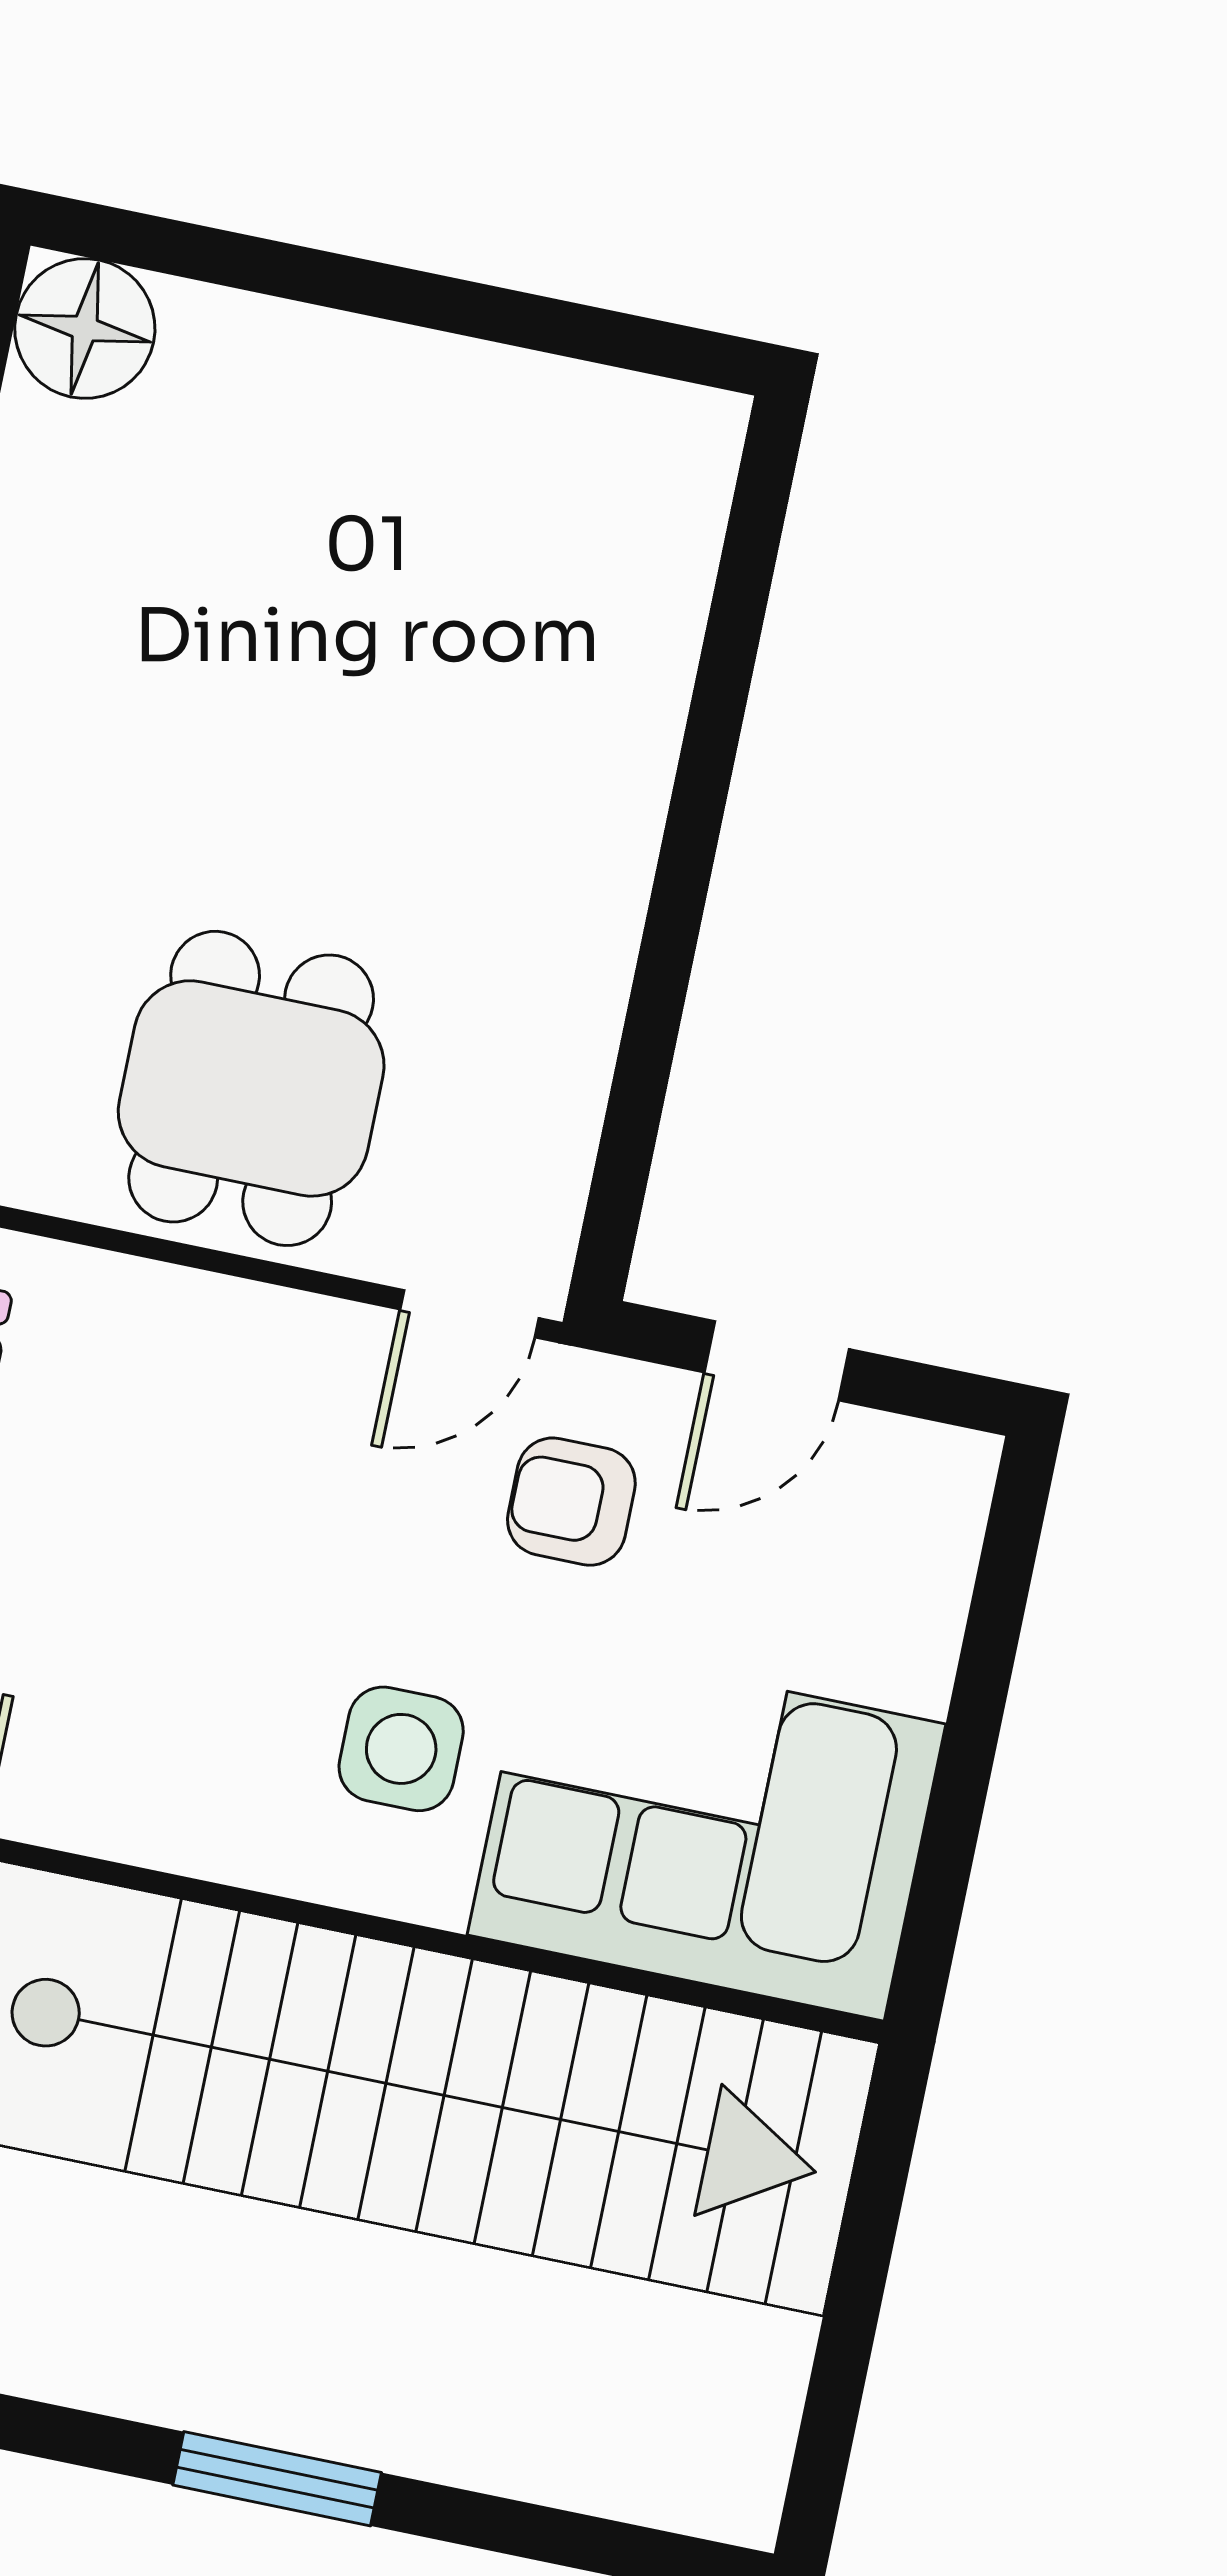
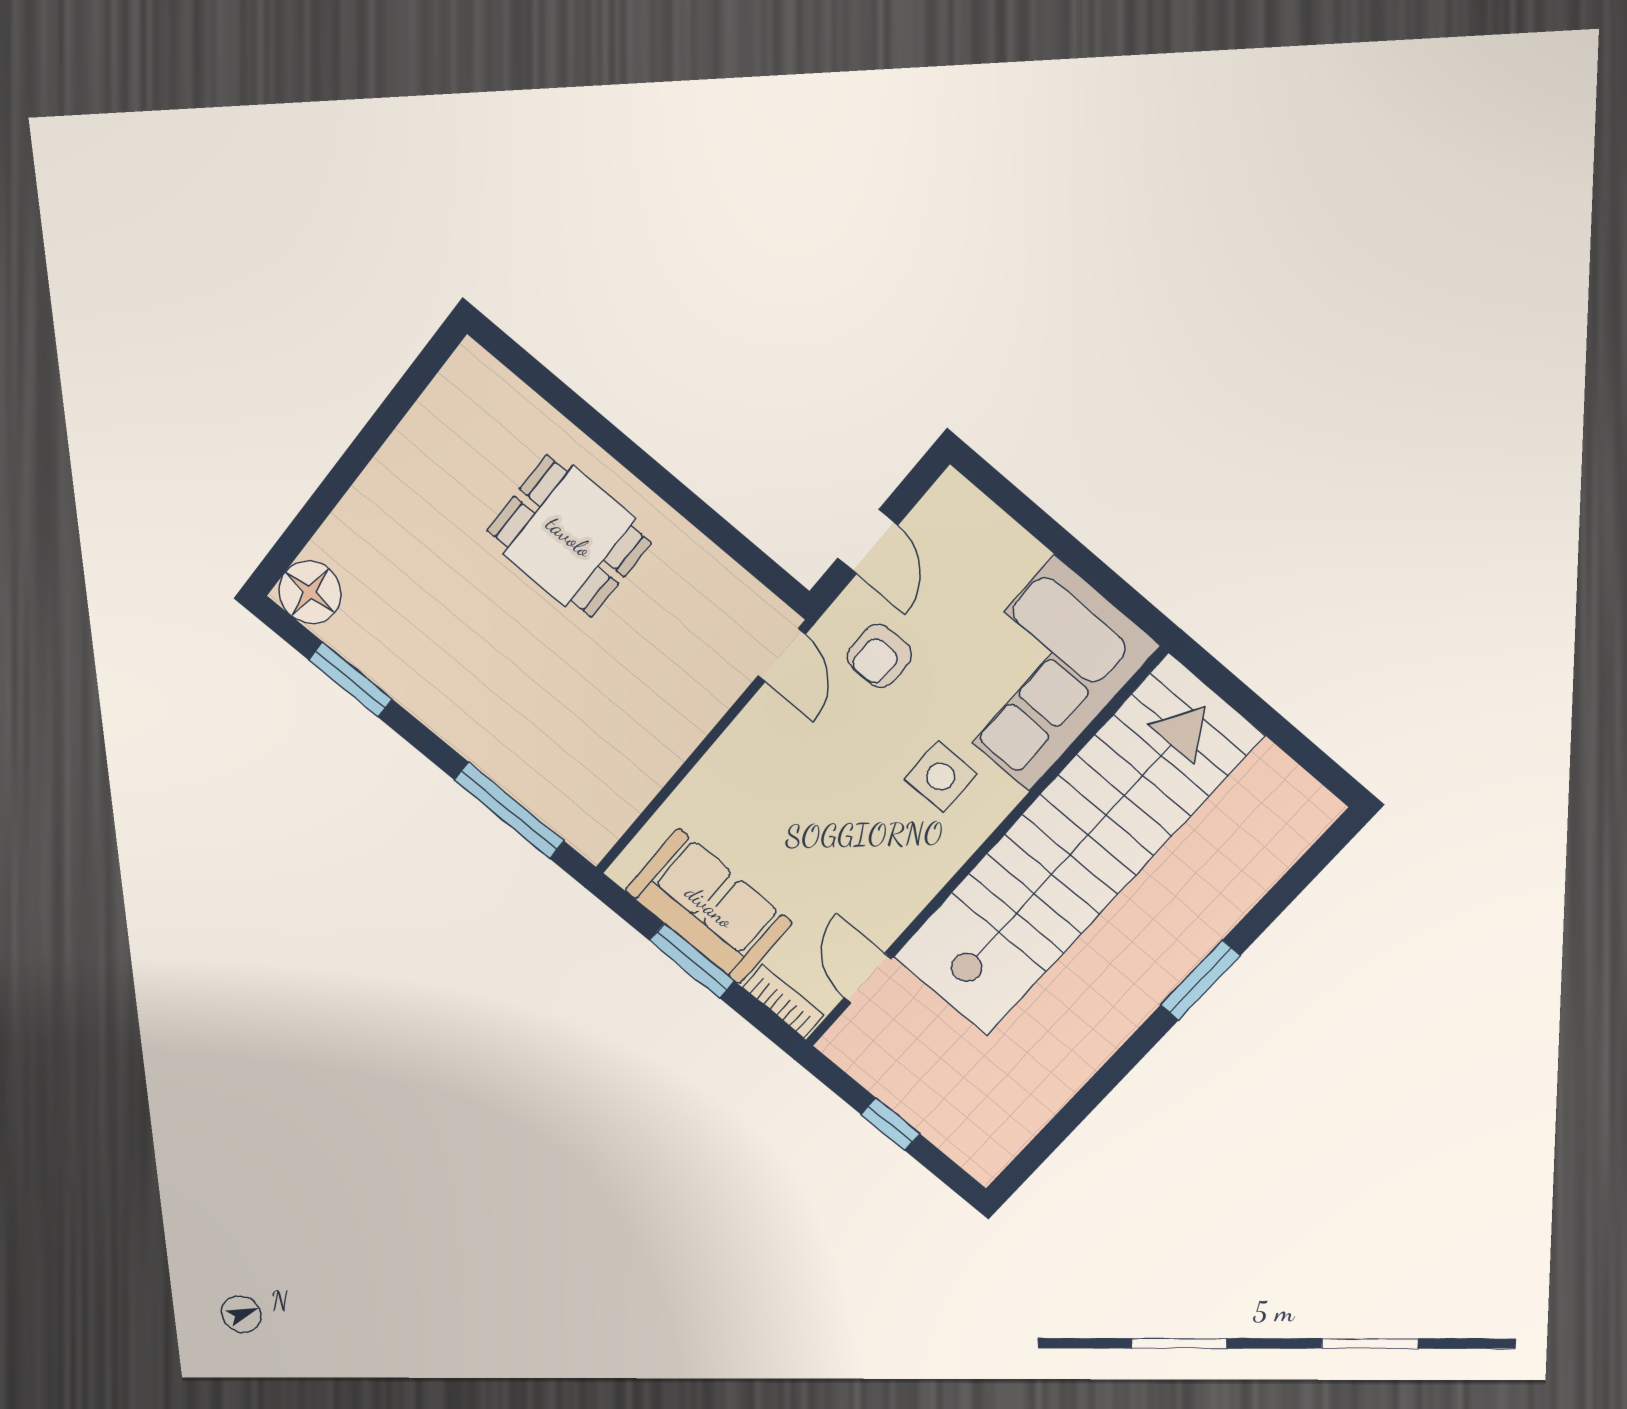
dining table: (251, 1088) -> (569, 537), moved

